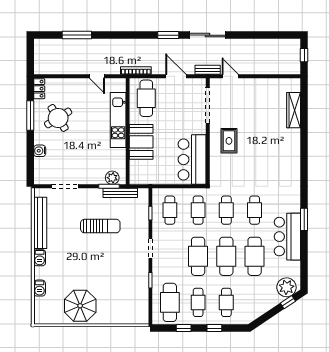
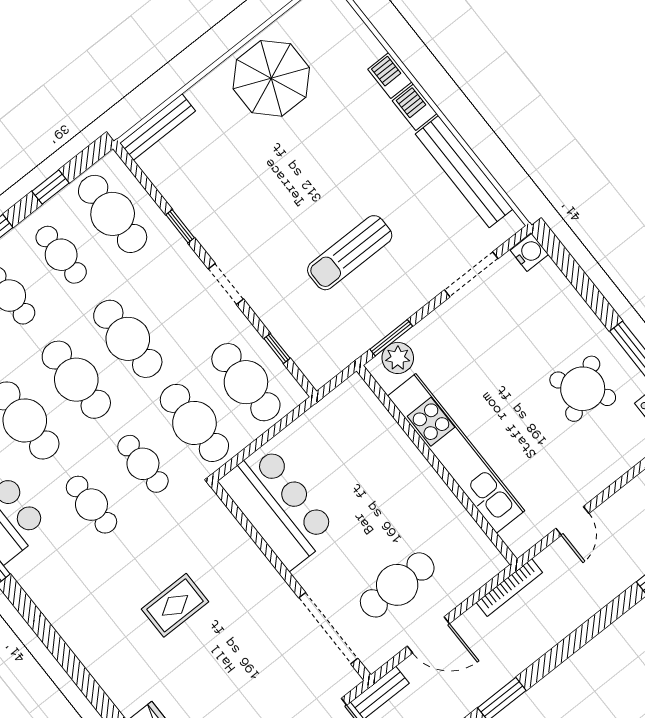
door: (97, 76) -> (572, 521), swing flipped
cafe table: (146, 98) -> (397, 585), moved, turned 90
kitchen unit: (118, 120) -> (456, 453), width x1.36
rug: (229, 141) -> (175, 605), moved, turned 90
booth: (141, 142) -> (397, 465), removed
water cooler: (40, 151) -> (529, 252), moved
bench: (120, 193) -> (158, 127), moved
cafe table: (170, 210) -> (246, 382), width x1.37, depth x1.35
cafe table: (198, 210) -> (194, 423), width x1.37, depth x1.35
barbecue: (40, 288) -> (390, 76), moved

